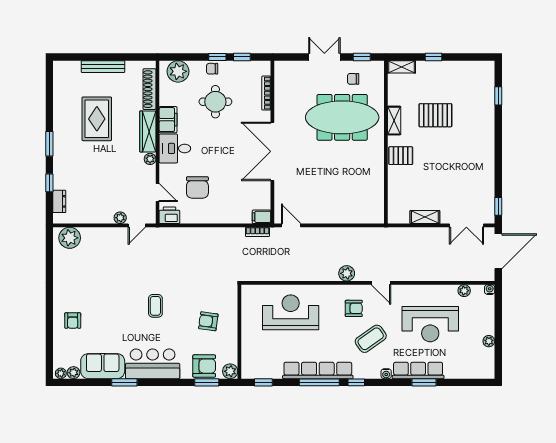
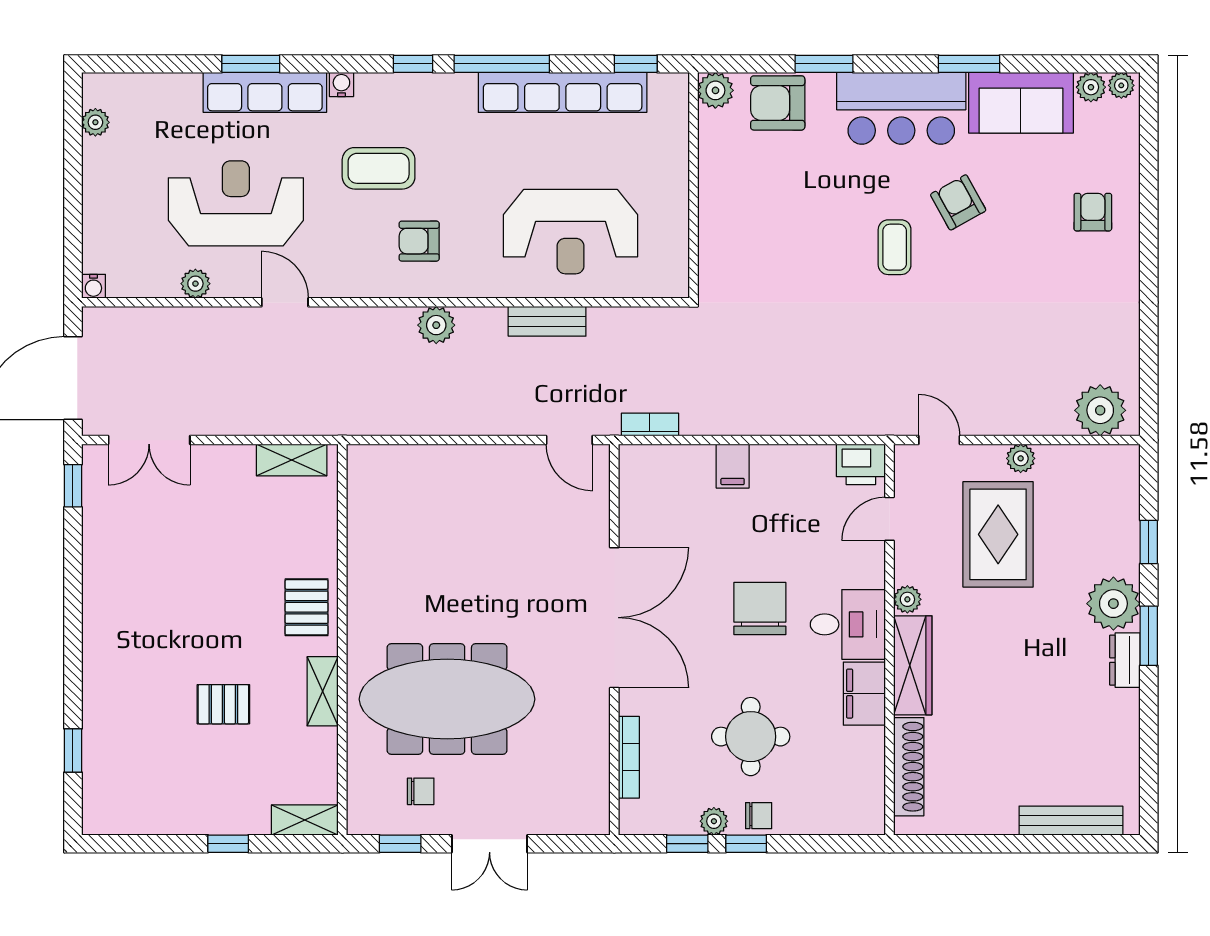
bench: (103, 67) -> (1071, 821), moved
plant: (178, 71) -> (714, 821), moved, width x0.53, depth x0.53
pallet: (435, 115) -> (223, 704), width x0.67, depth x0.71
rug: (97, 119) -> (998, 534), moved
pallet: (401, 156) -> (307, 607), turned 90
plant: (64, 157) -> (1113, 604), added
chair: (197, 187) -> (760, 609), moved
door: (158, 193) -> (890, 519), hinge flipped
dresser: (59, 201) -> (1125, 660), moved
filing cabinet: (261, 217) -> (733, 466), moved, turned 90
shelving: (425, 217) -> (292, 460), moved
plant: (120, 218) -> (1021, 458), moved
door: (137, 225) -> (939, 440), hinge flipped
double door: (466, 225) -> (149, 440), swing flipped
bench: (300, 275) -> (547, 321), added
door: (381, 283) -> (285, 302), moved
plant: (464, 291) -> (195, 284), moved
armchair: (208, 321) -> (958, 202), moved, turned -127
coffee table: (371, 339) -> (379, 168), turned 35
plant: (489, 341) -> (95, 122), moved
row of seats: (318, 370) -> (563, 92), moved
window: (207, 382) -> (824, 64), moved

